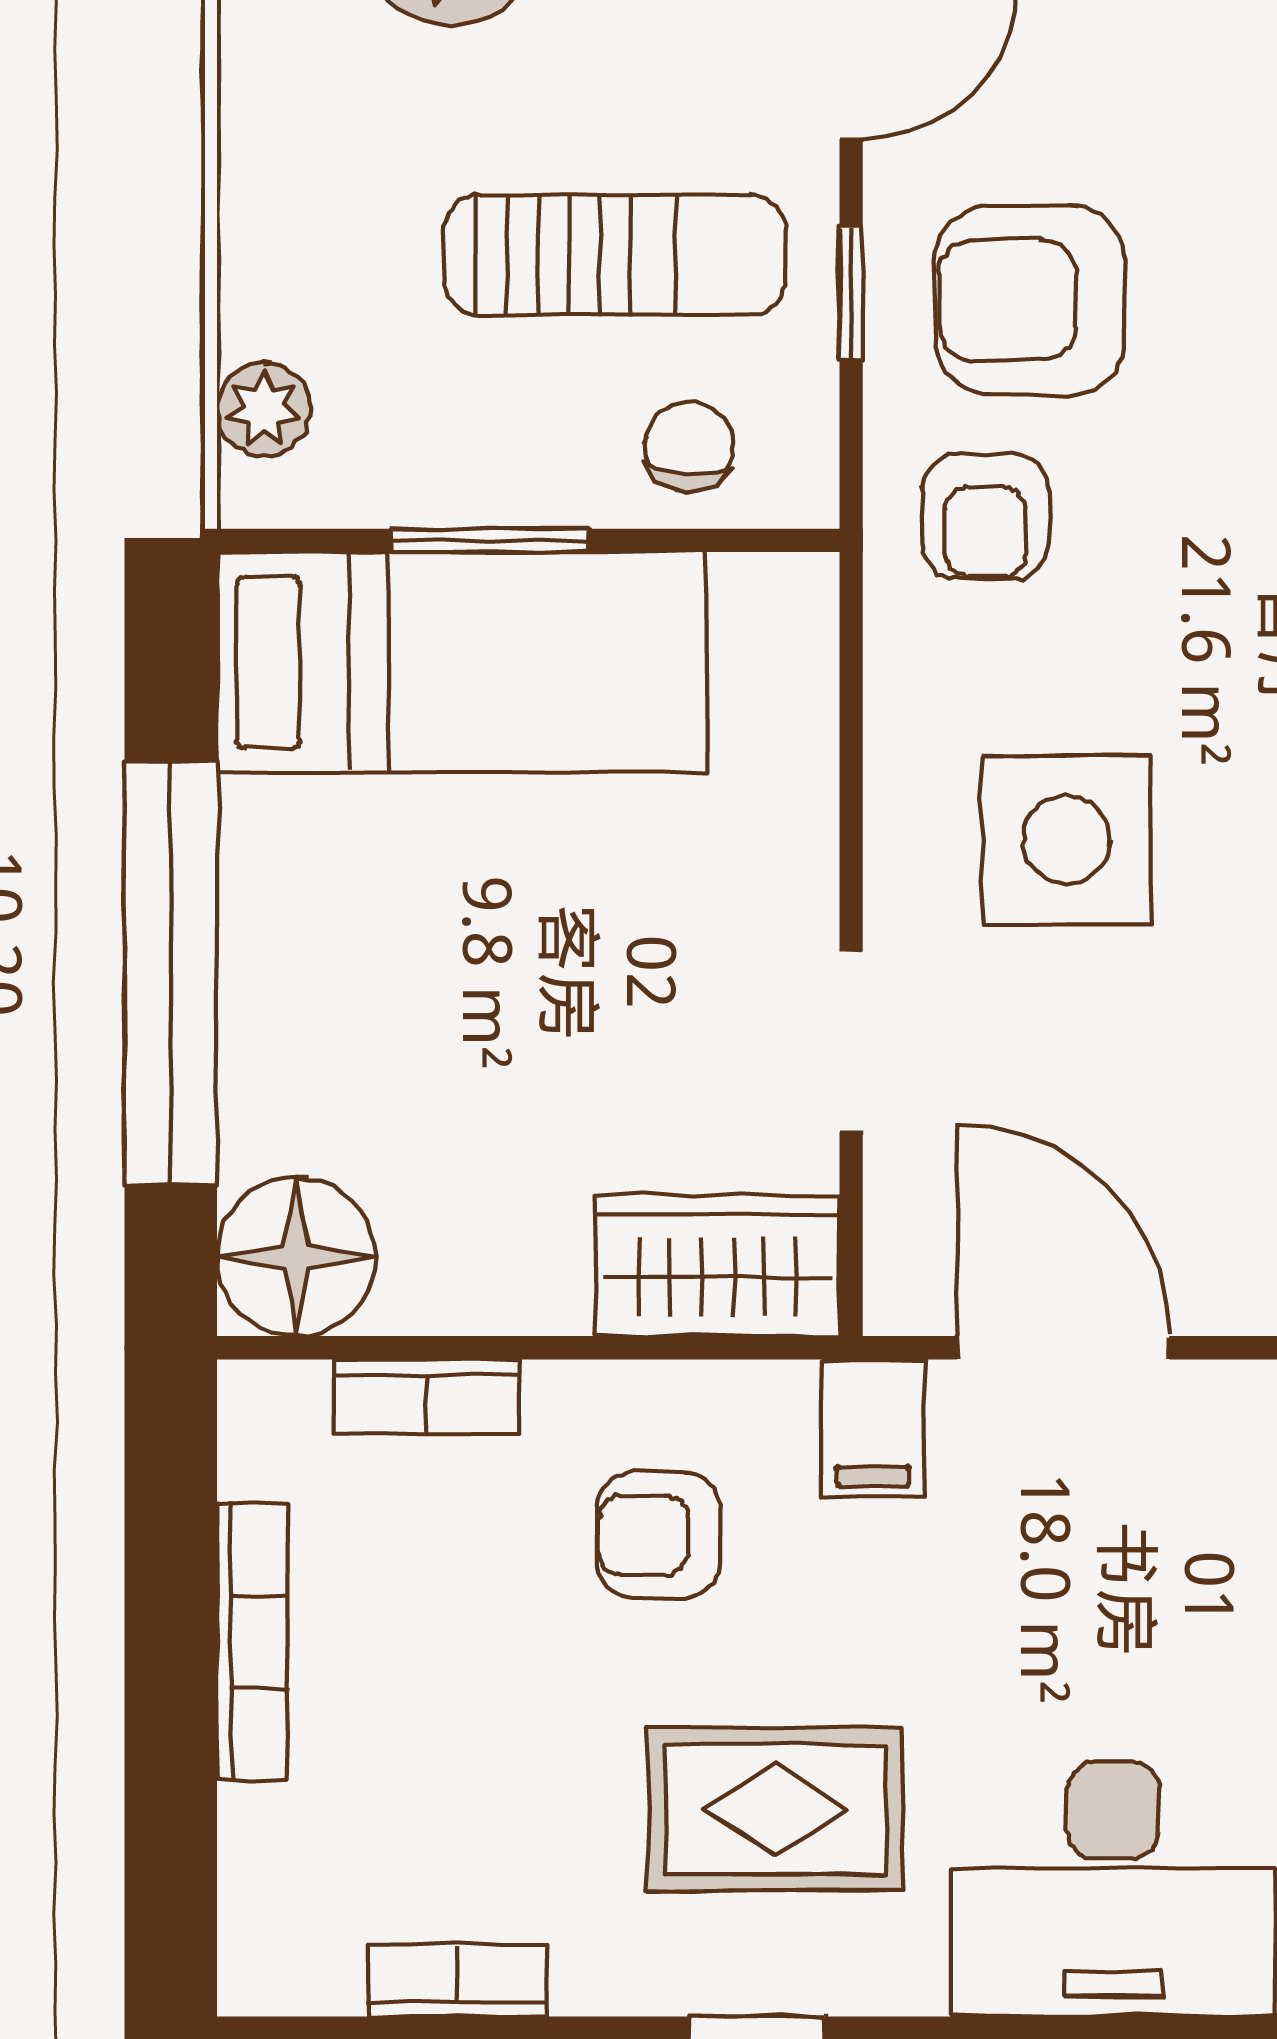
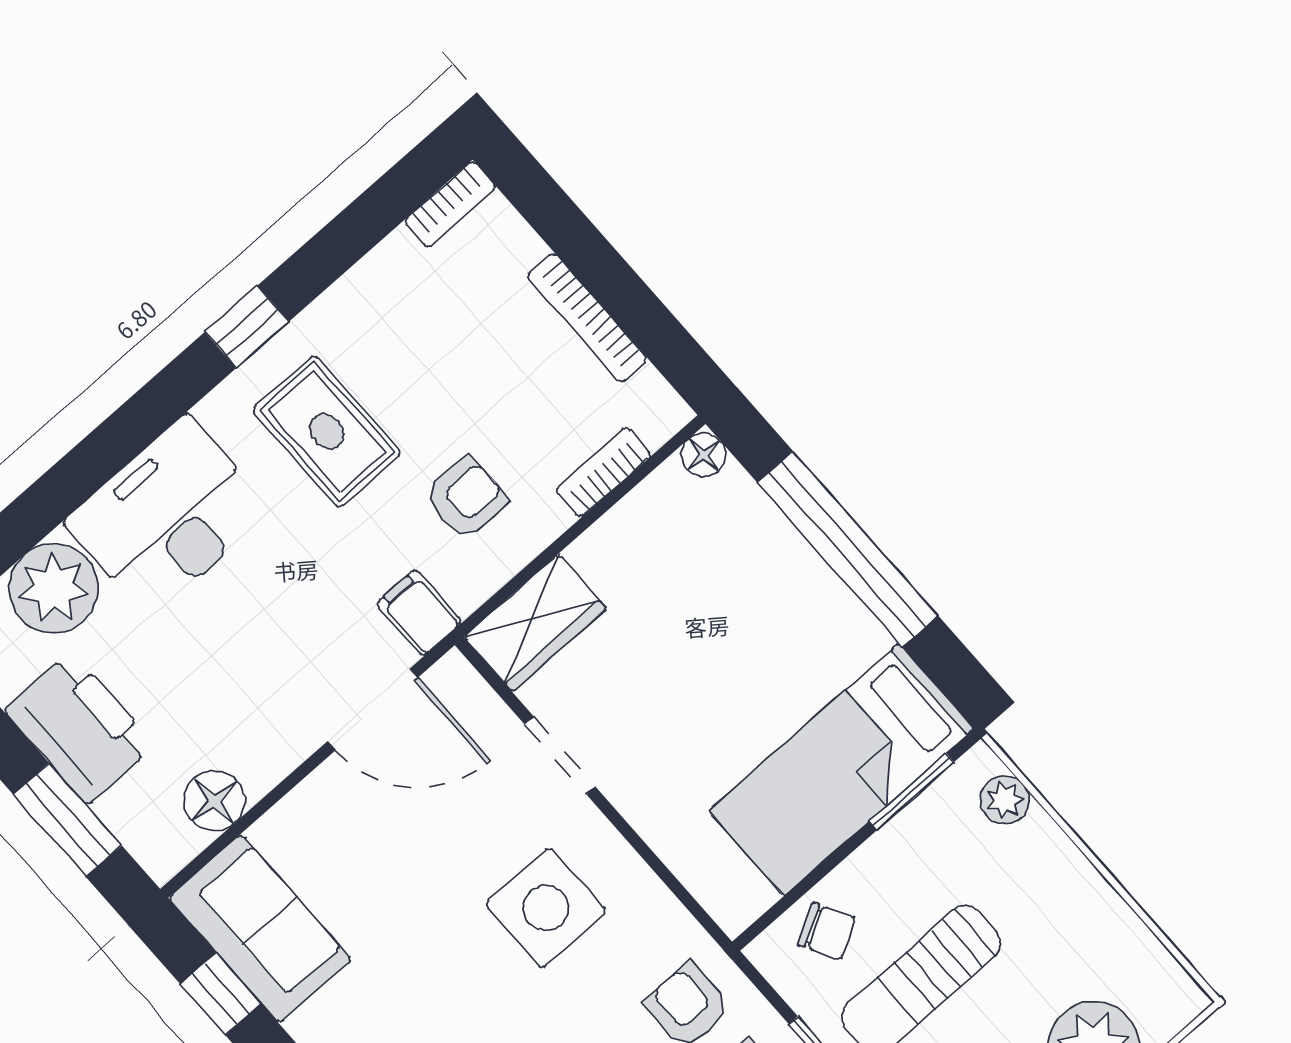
chair: (689, 446) -> (827, 931), turned -34
window: (490, 540) -> (911, 792), moved
floor lamp: (296, 1257) -> (704, 455), width x0.53, depth x0.53
rug: (775, 1809) -> (327, 431), turned 90
bookcase: (457, 1981) -> (450, 204), moved

